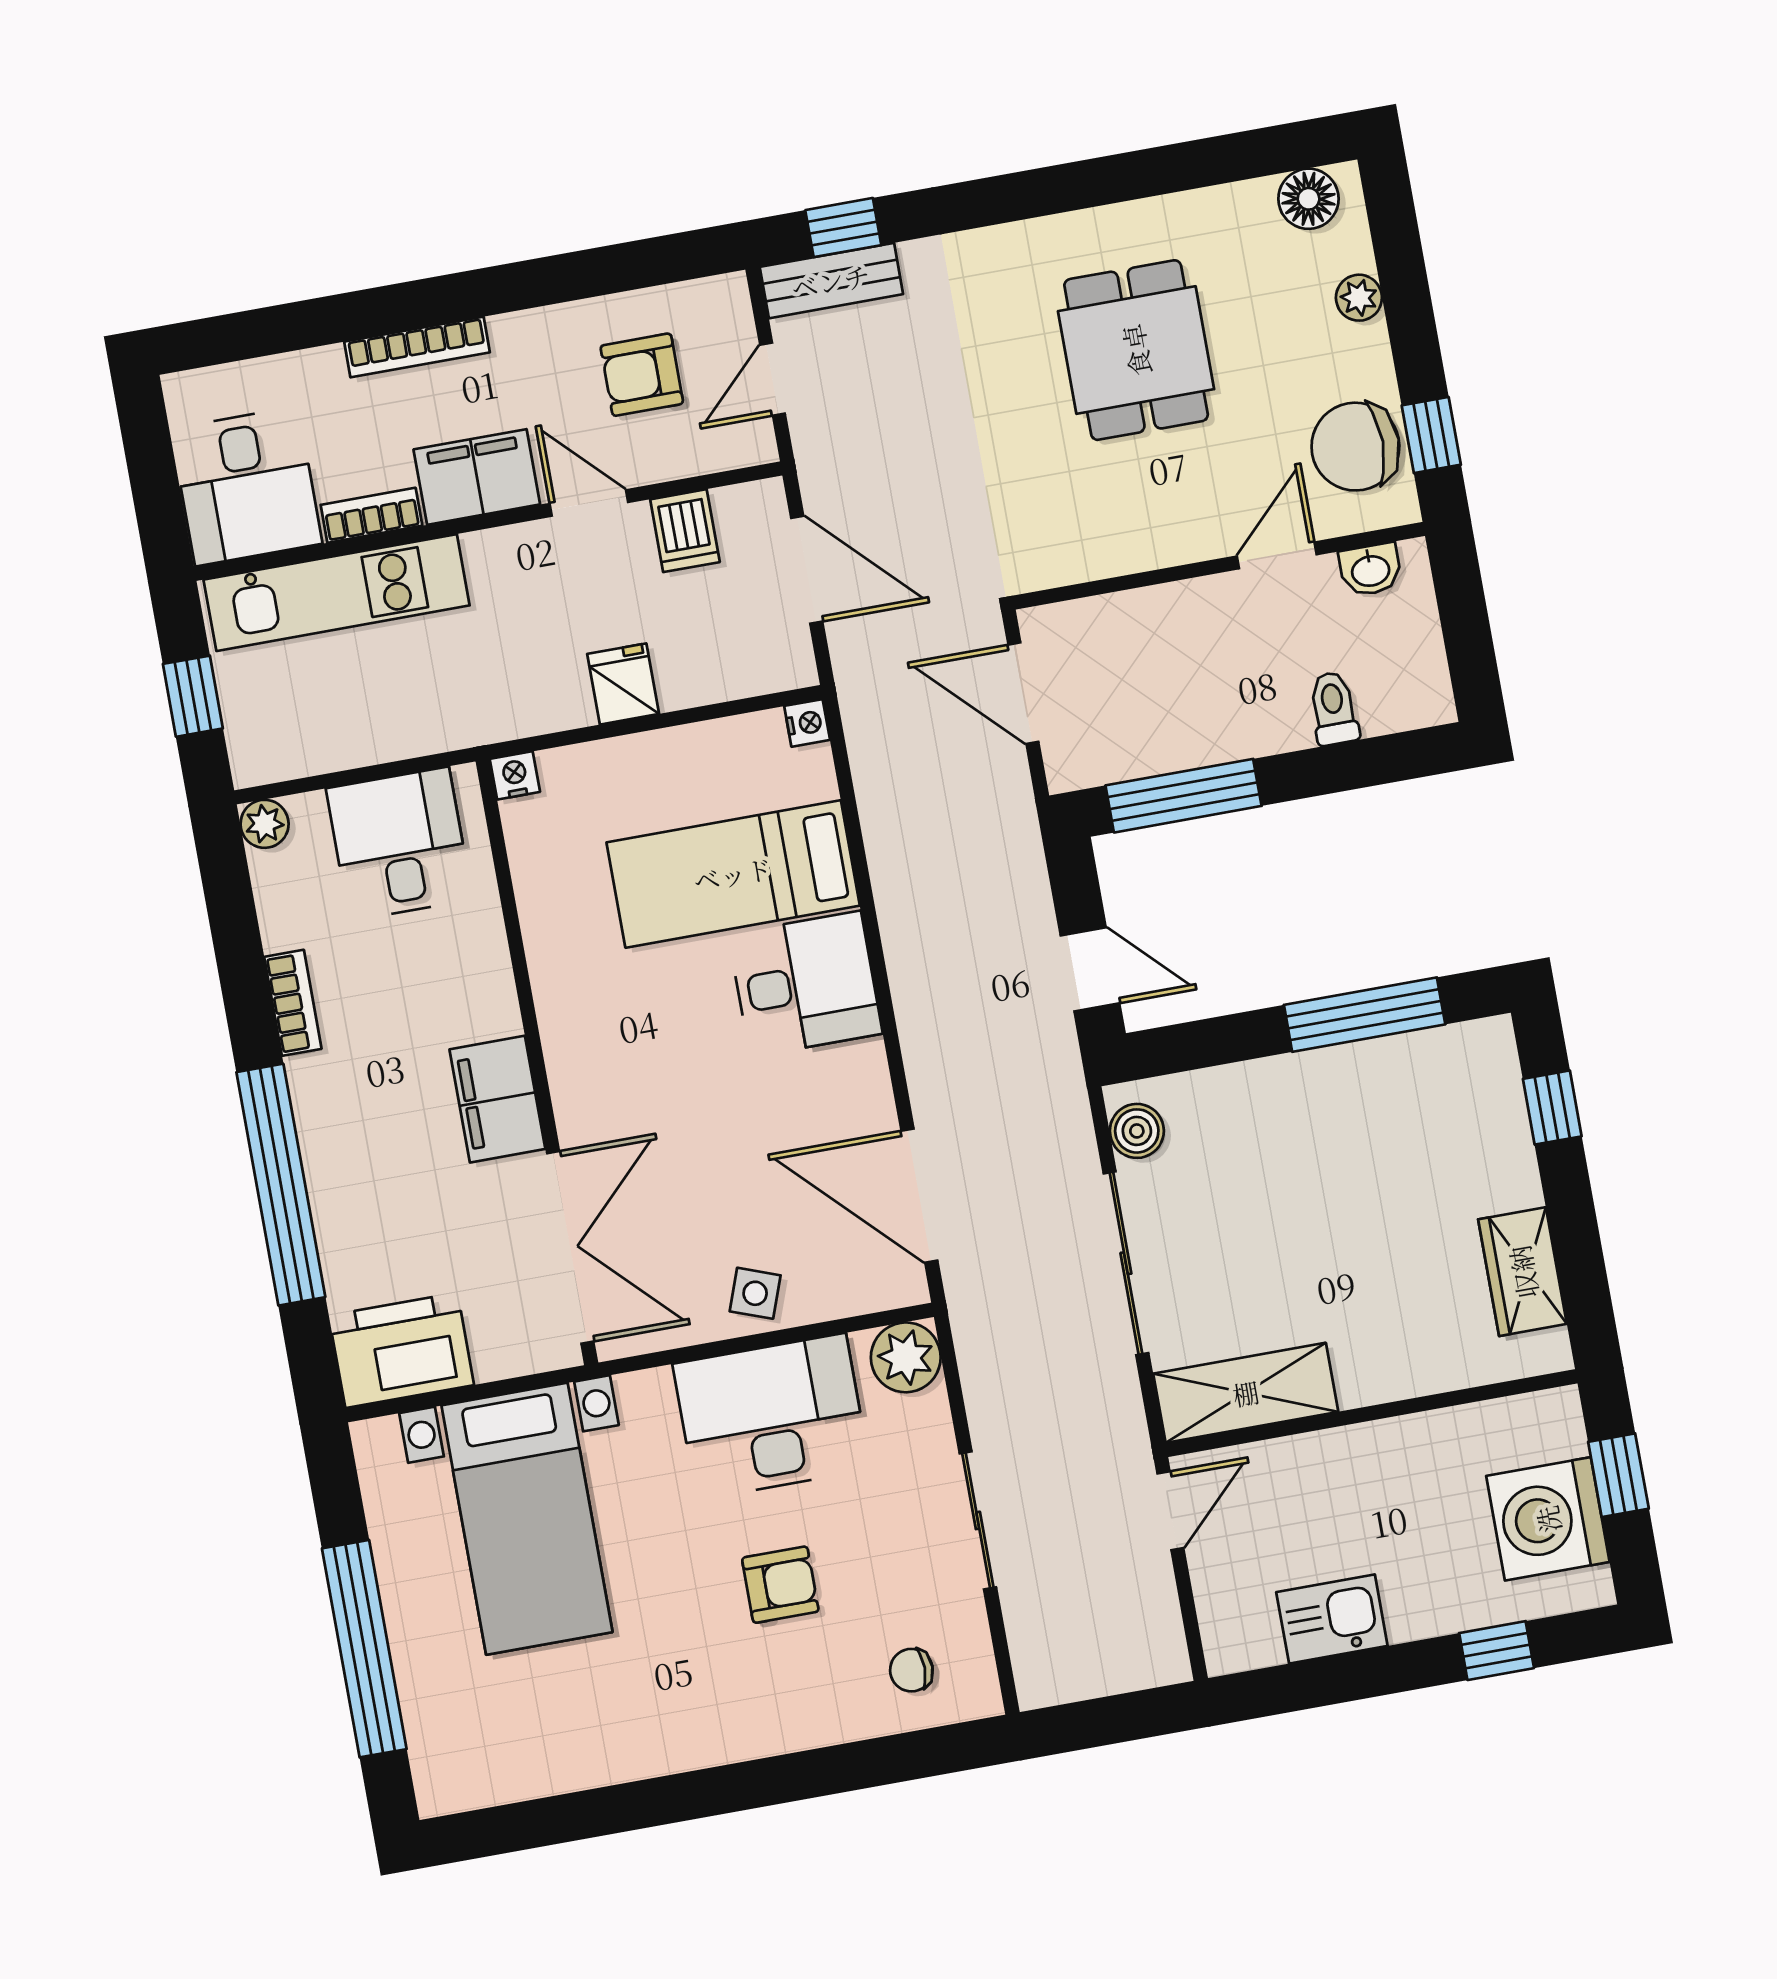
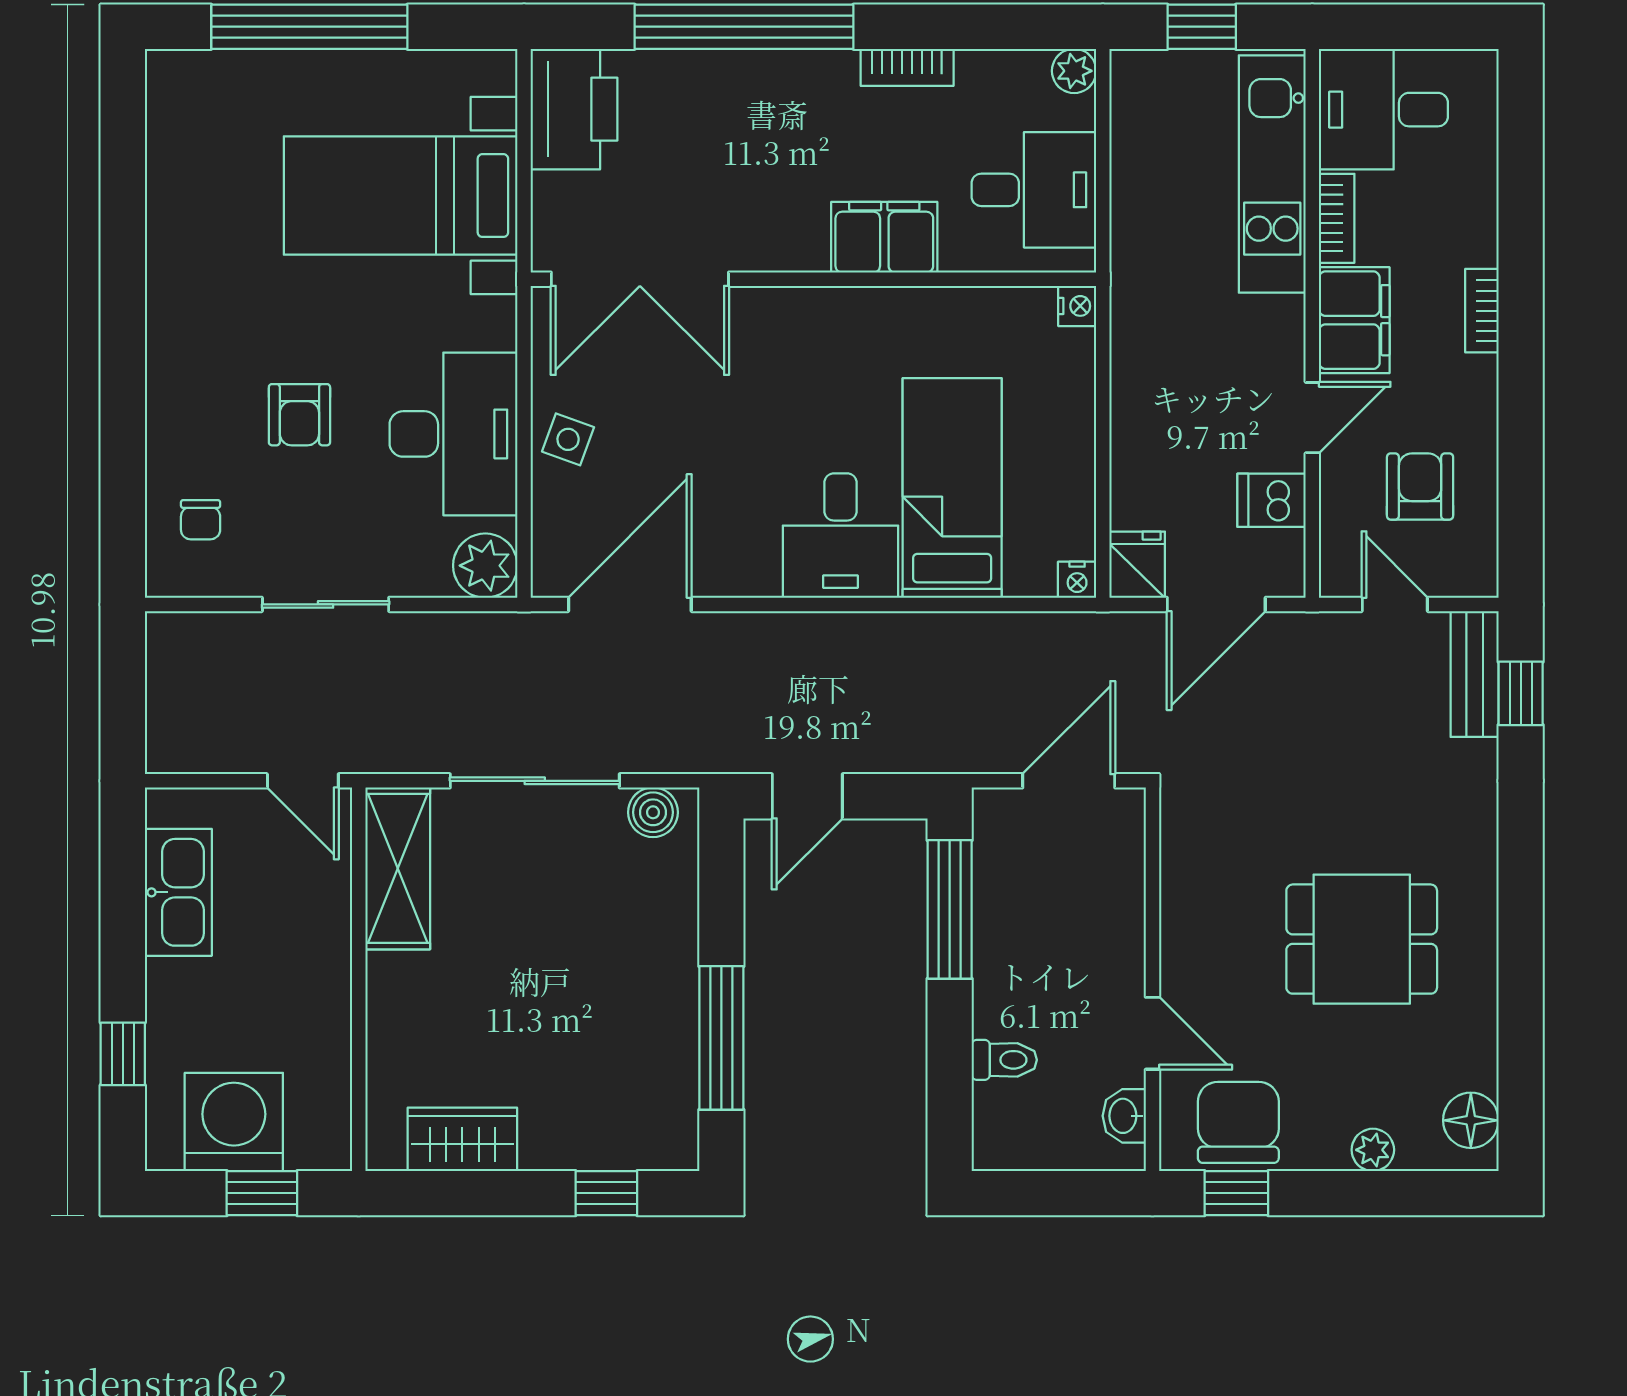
bookcase: (417, 347) -> (1482, 311), width x0.64
fridge: (623, 684) -> (1137, 565), moved, turned -90
filing cabinet: (497, 1099) -> (884, 237), moved
kitchen sink: (1332, 1619) -> (178, 892), width x1.38
chair: (911, 1670) -> (201, 520), turned 180

